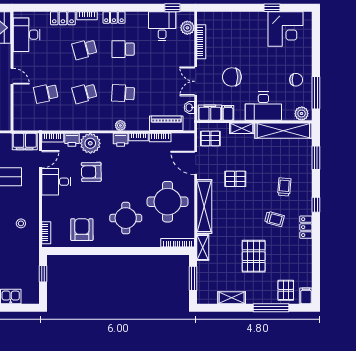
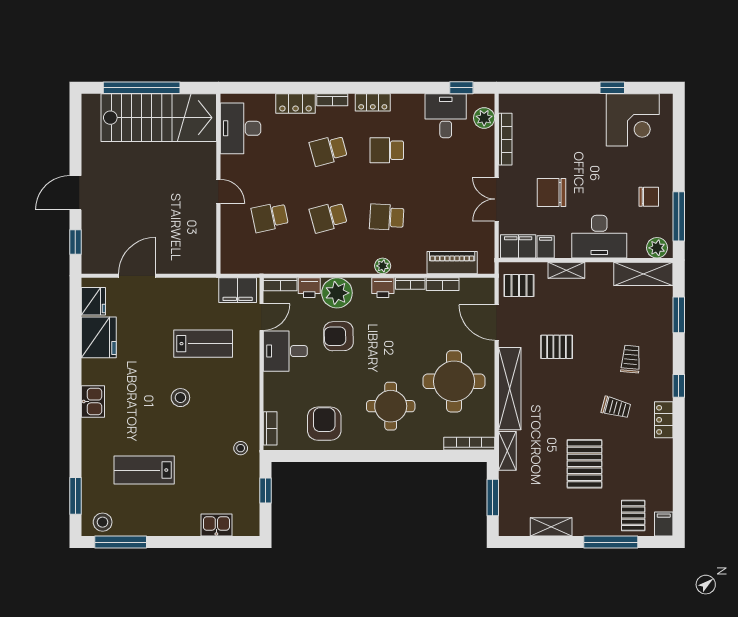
washbasin: (189, 108) -> (487, 239), removed
shelving: (283, 131) -> (643, 274), width x0.68
stool: (21, 223) -> (241, 448), moved

